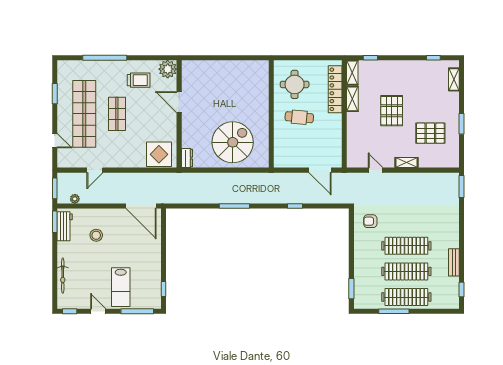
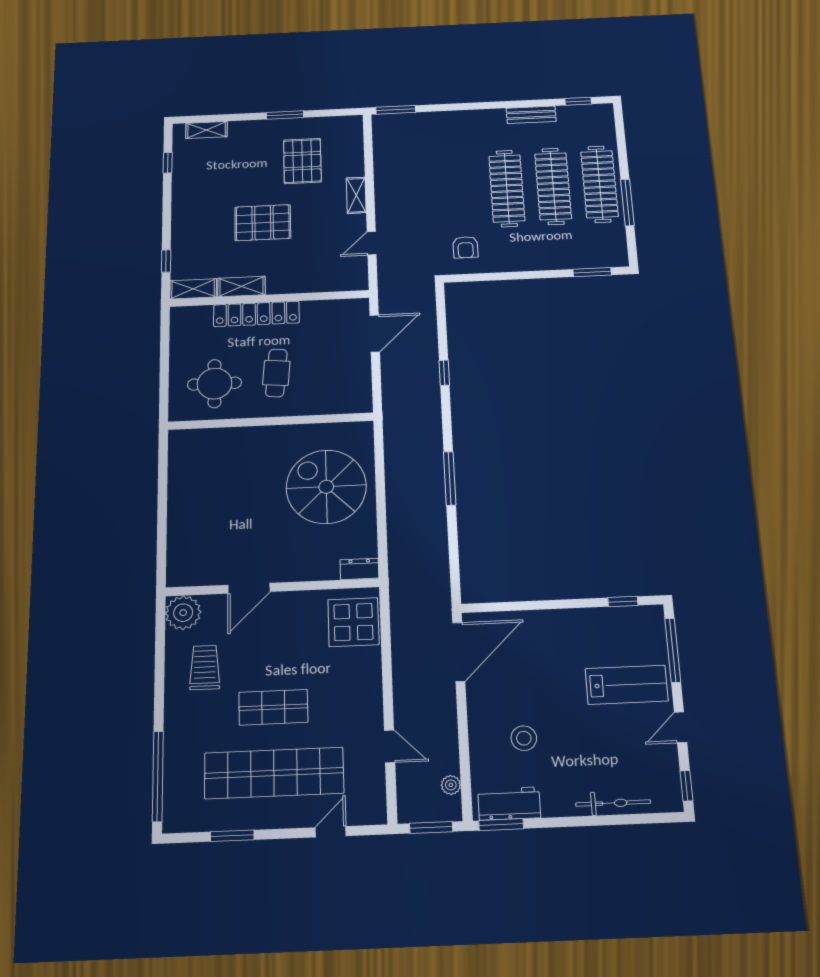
window: (105, 58) -> (158, 776), moved
locker: (335, 89) -> (256, 314), moved

